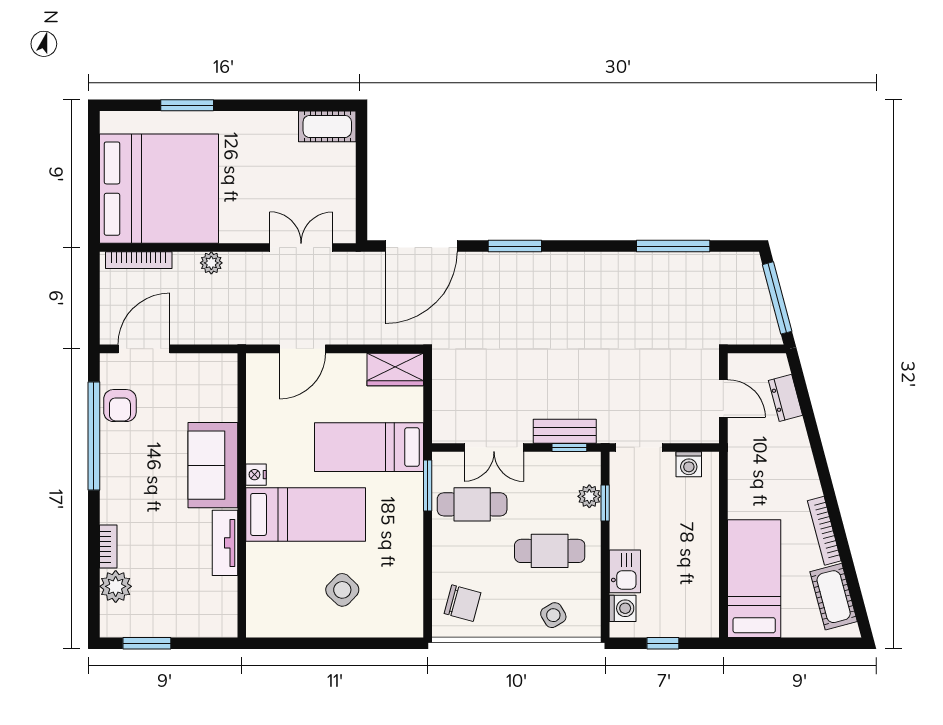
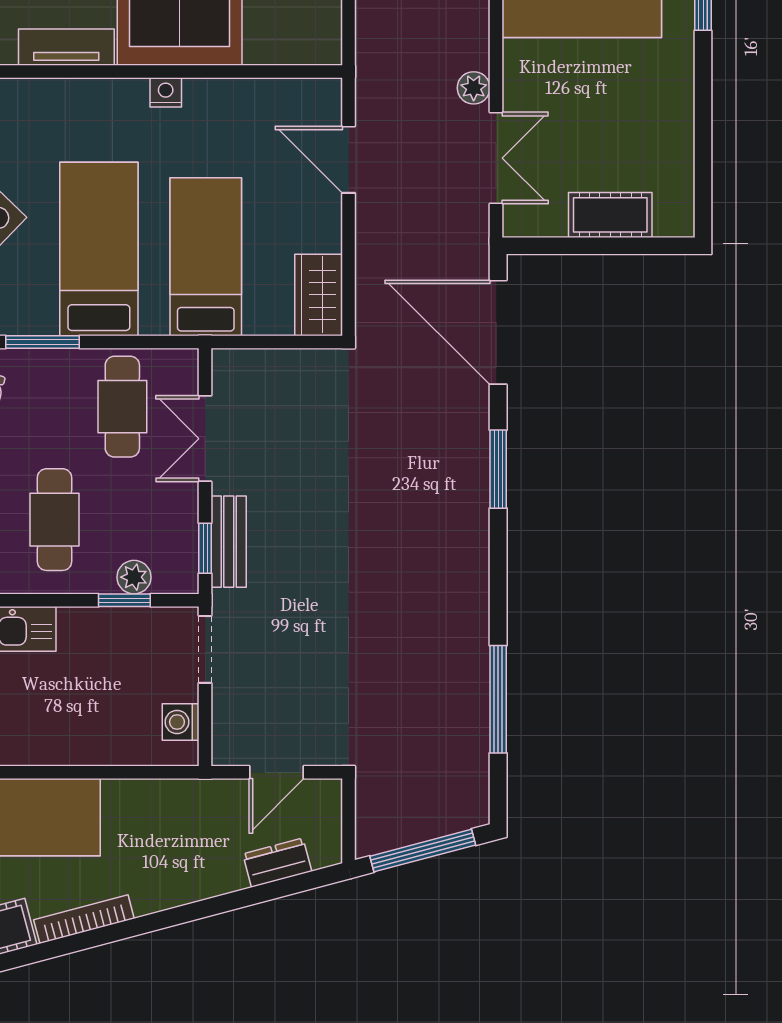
cot: (327, 126) -> (610, 215), moved, turned 90
plant: (211, 263) -> (474, 88), moved
window: (428, 486) -> (42, 342), moved
bed: (306, 514) -> (99, 249), moved, turned 180

